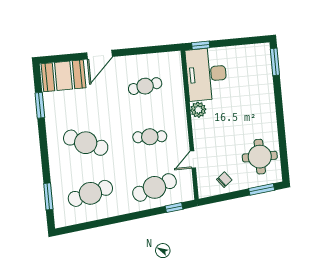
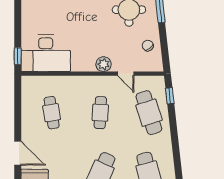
plant: (198, 110) -> (104, 64), moved

